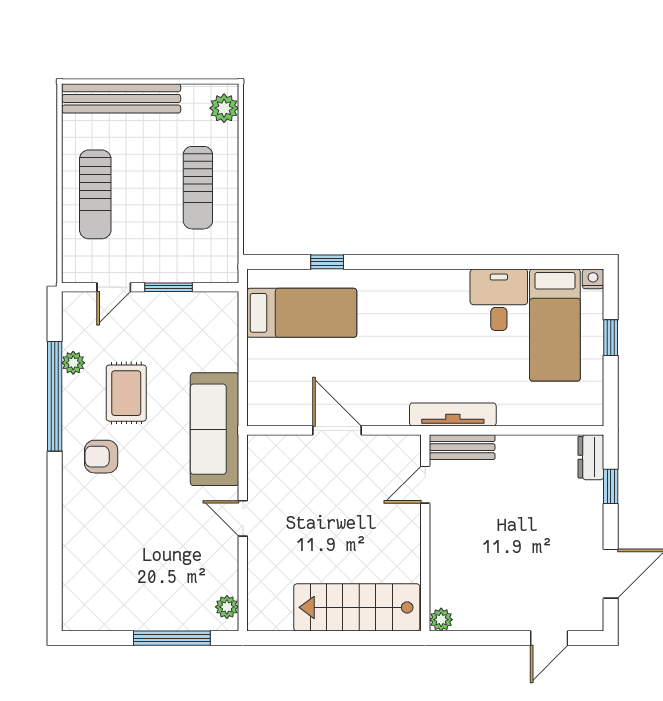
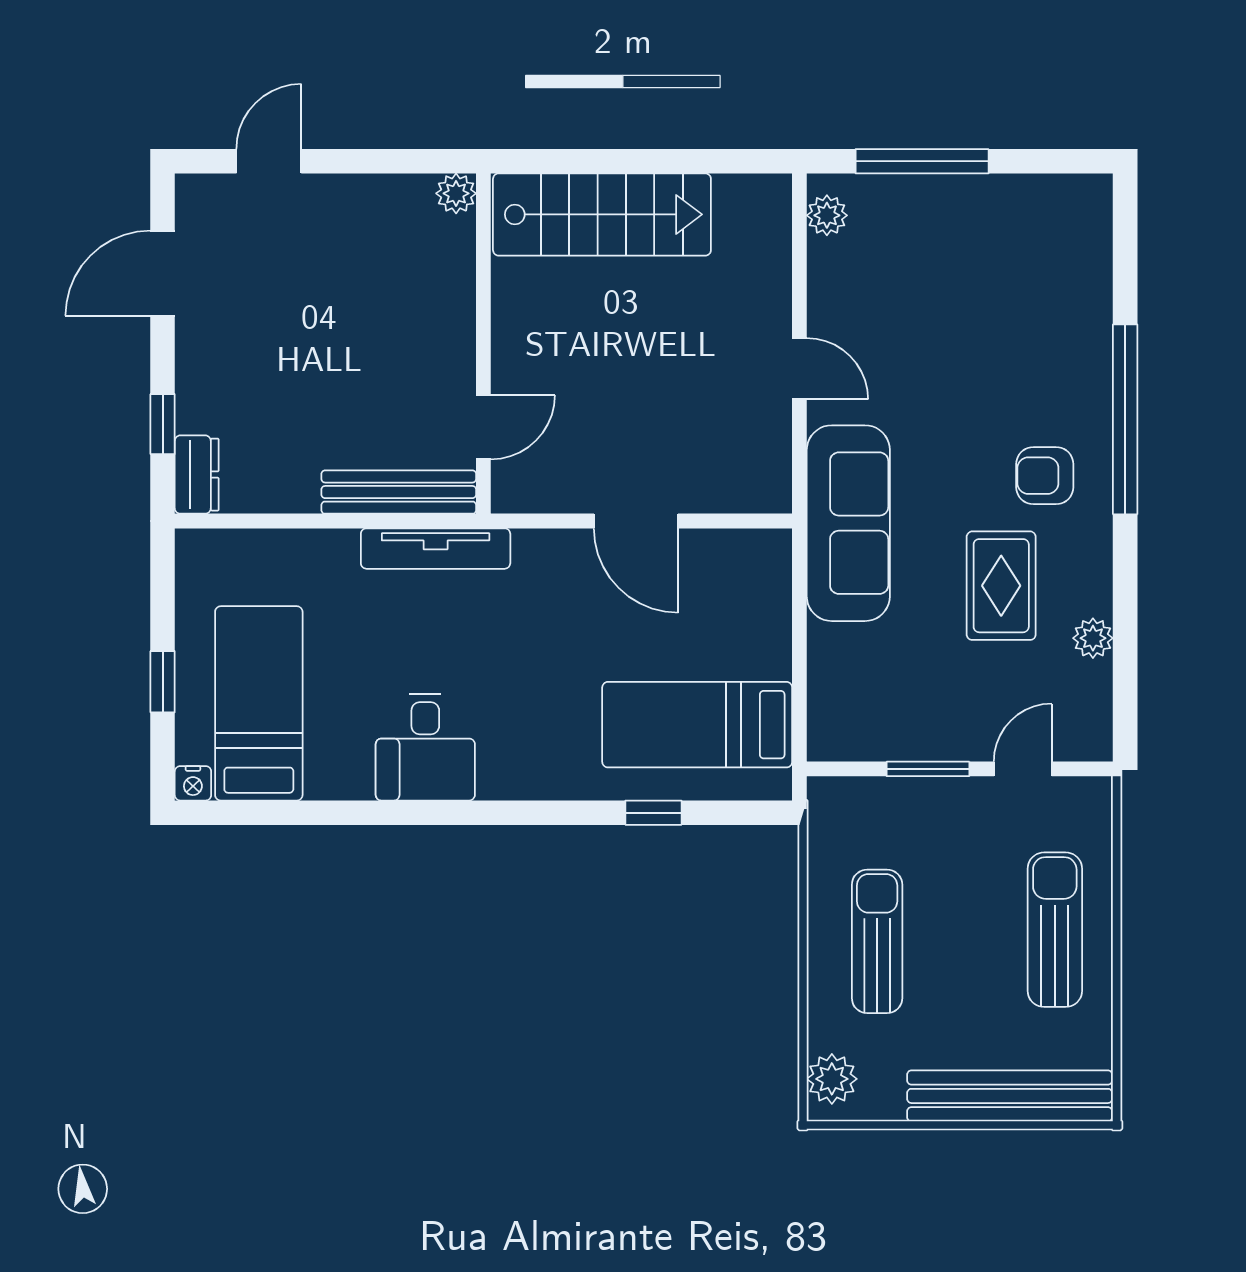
desk: (499, 300) -> (425, 747), moved
window: (55, 396) -> (1125, 419), moved
bench: (462, 447) -> (399, 492), width x1.36
armchair: (101, 457) -> (1045, 476), turned 180

